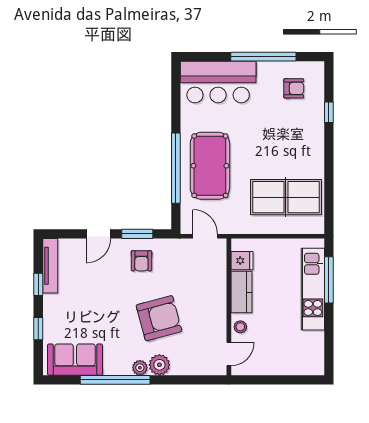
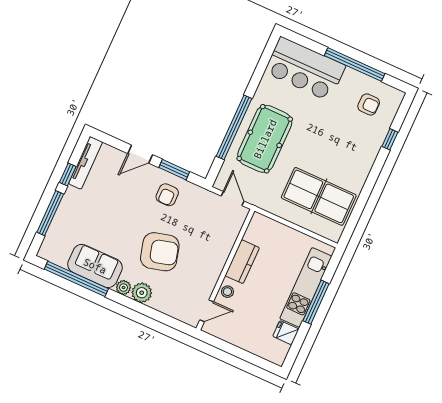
fridge: (242, 261) -> (286, 333), moved, turned 180
window: (329, 280) -> (316, 302), moved
window: (38, 329) -> (50, 213), width x2.17
sofa: (75, 360) -> (95, 266), moved
window: (115, 380) -> (76, 279), moved

